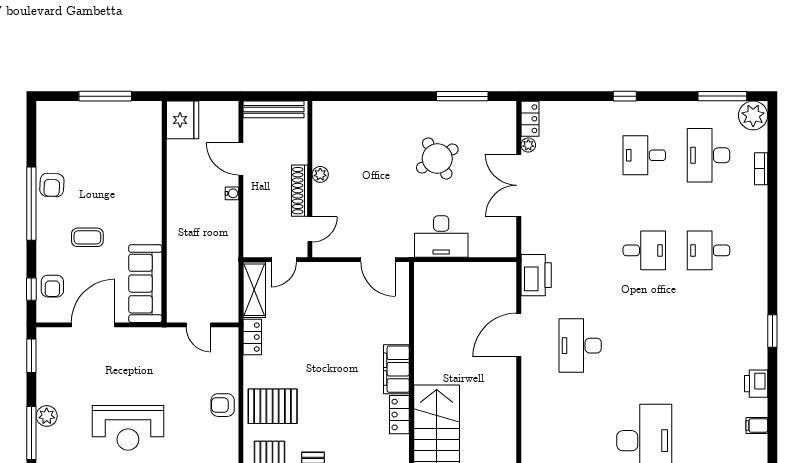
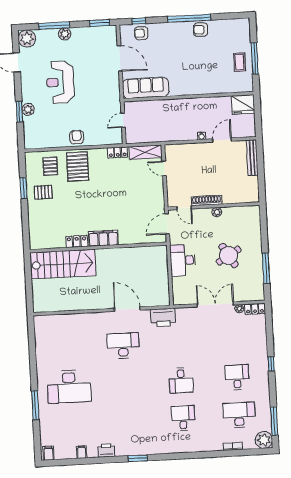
plant: (320, 174) -> (217, 212), moved
wall: (310, 179) -> (214, 206), moved
shoe rack: (300, 191) -> (207, 200), moved
door: (310, 229) -> (184, 208), moved
coffee table: (87, 237) -> (240, 62), moved

